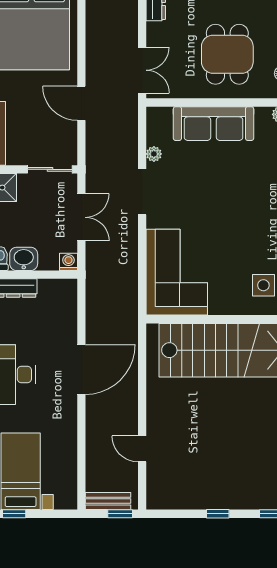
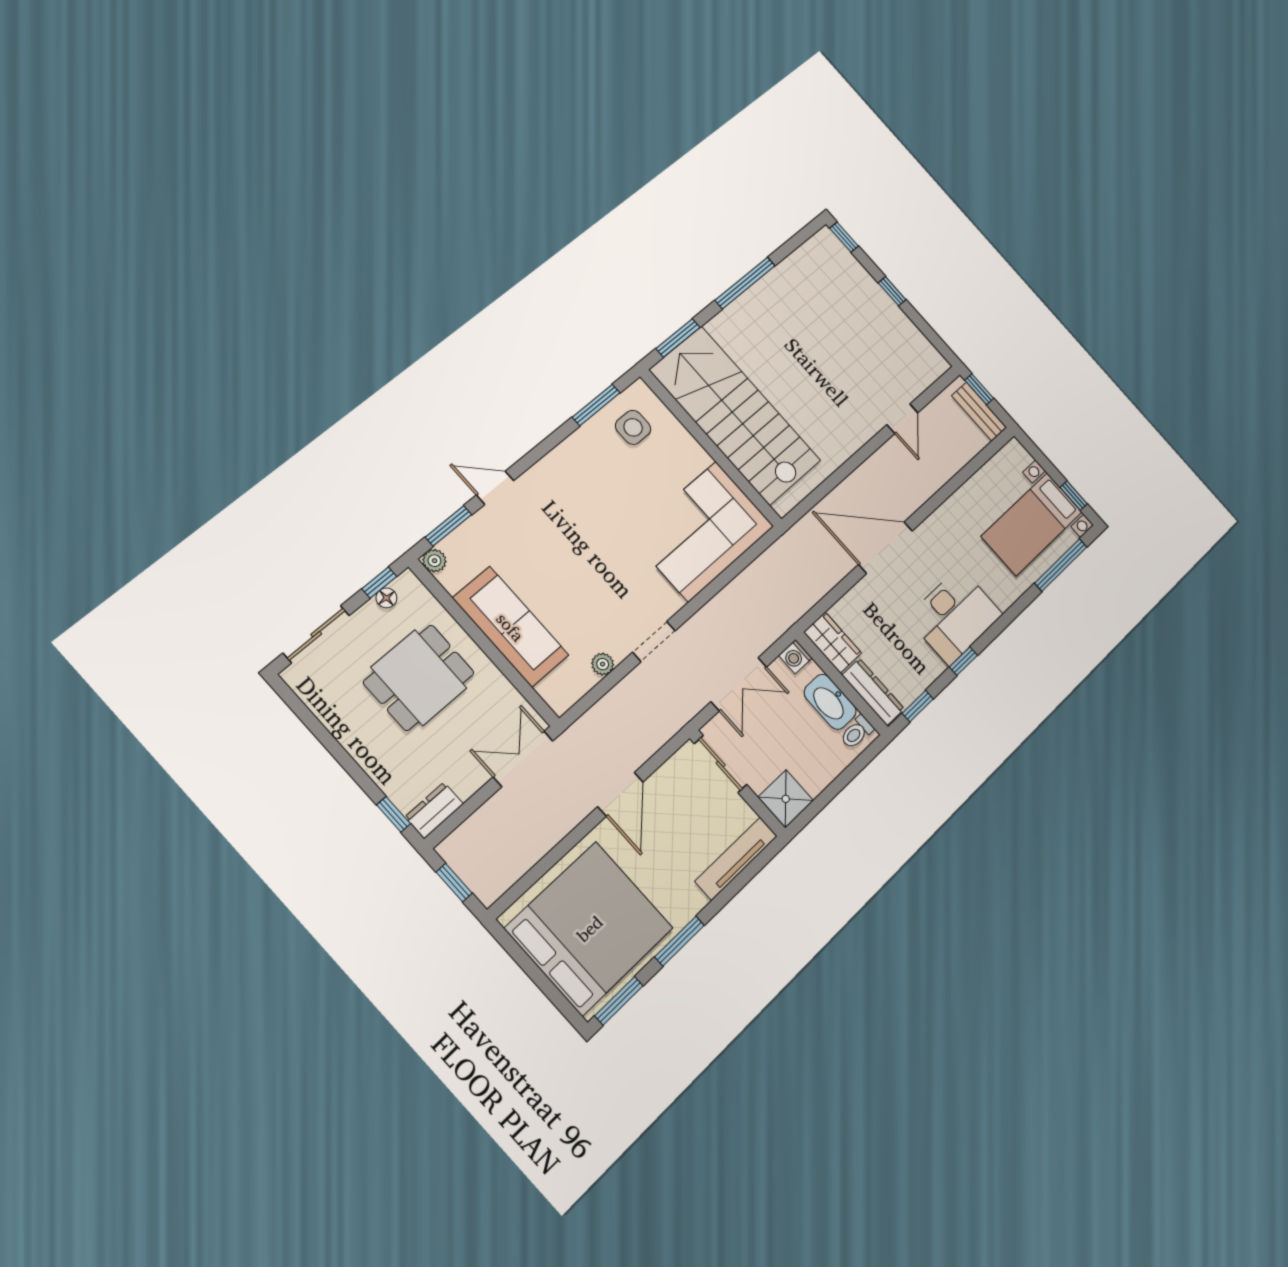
doorway: (142, 192) -> (654, 642), width x0.73
double door: (81, 217) -> (739, 684), swing flipped
washbasin: (24, 259) -> (830, 702), width x1.38
wardrobe: (58, 290) -> (833, 642), added

